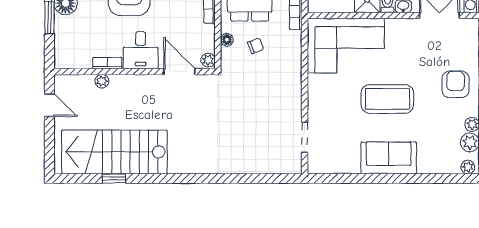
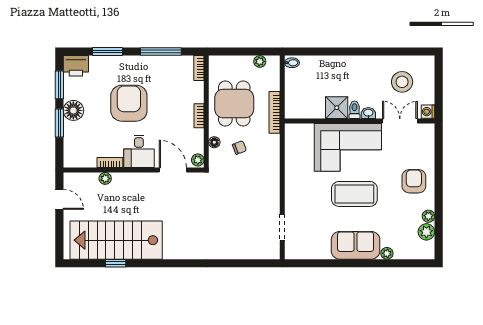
corner sofa: (346, 46) -> (348, 147), moved
plant: (468, 167) -> (387, 253), moved

